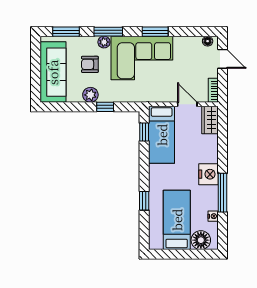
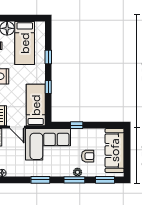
corner sofa: (142, 58) -> (48, 144), moved, turned 180
plant: (90, 95) -> (87, 134), removed
window: (144, 132) -> (48, 87), moved

